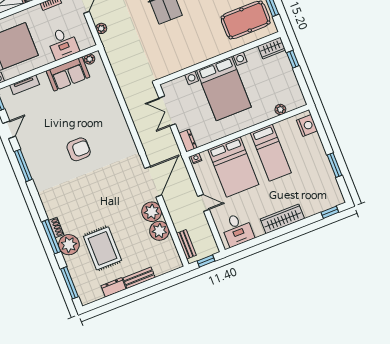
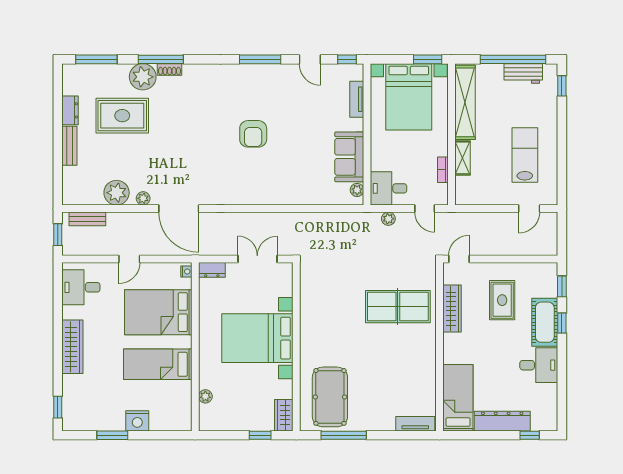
desk: (63, 43) -> (389, 188), moved
nightstand: (307, 126) -> (137, 421), moved
plant: (152, 212) -> (143, 198), width x0.53, depth x0.53

